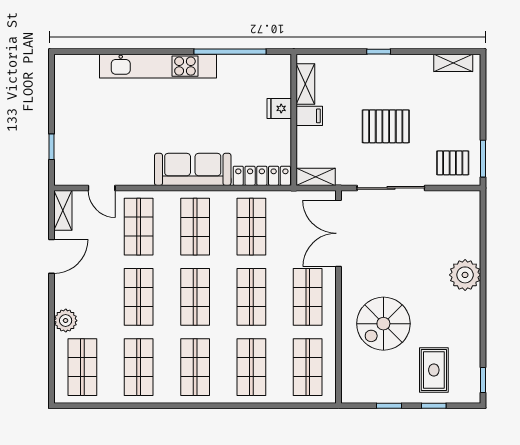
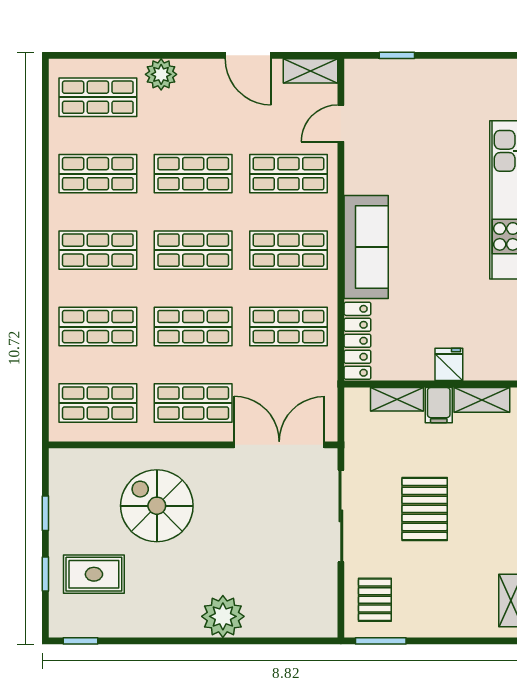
shelving: (316, 177) -> (397, 399), moved, turned 90

